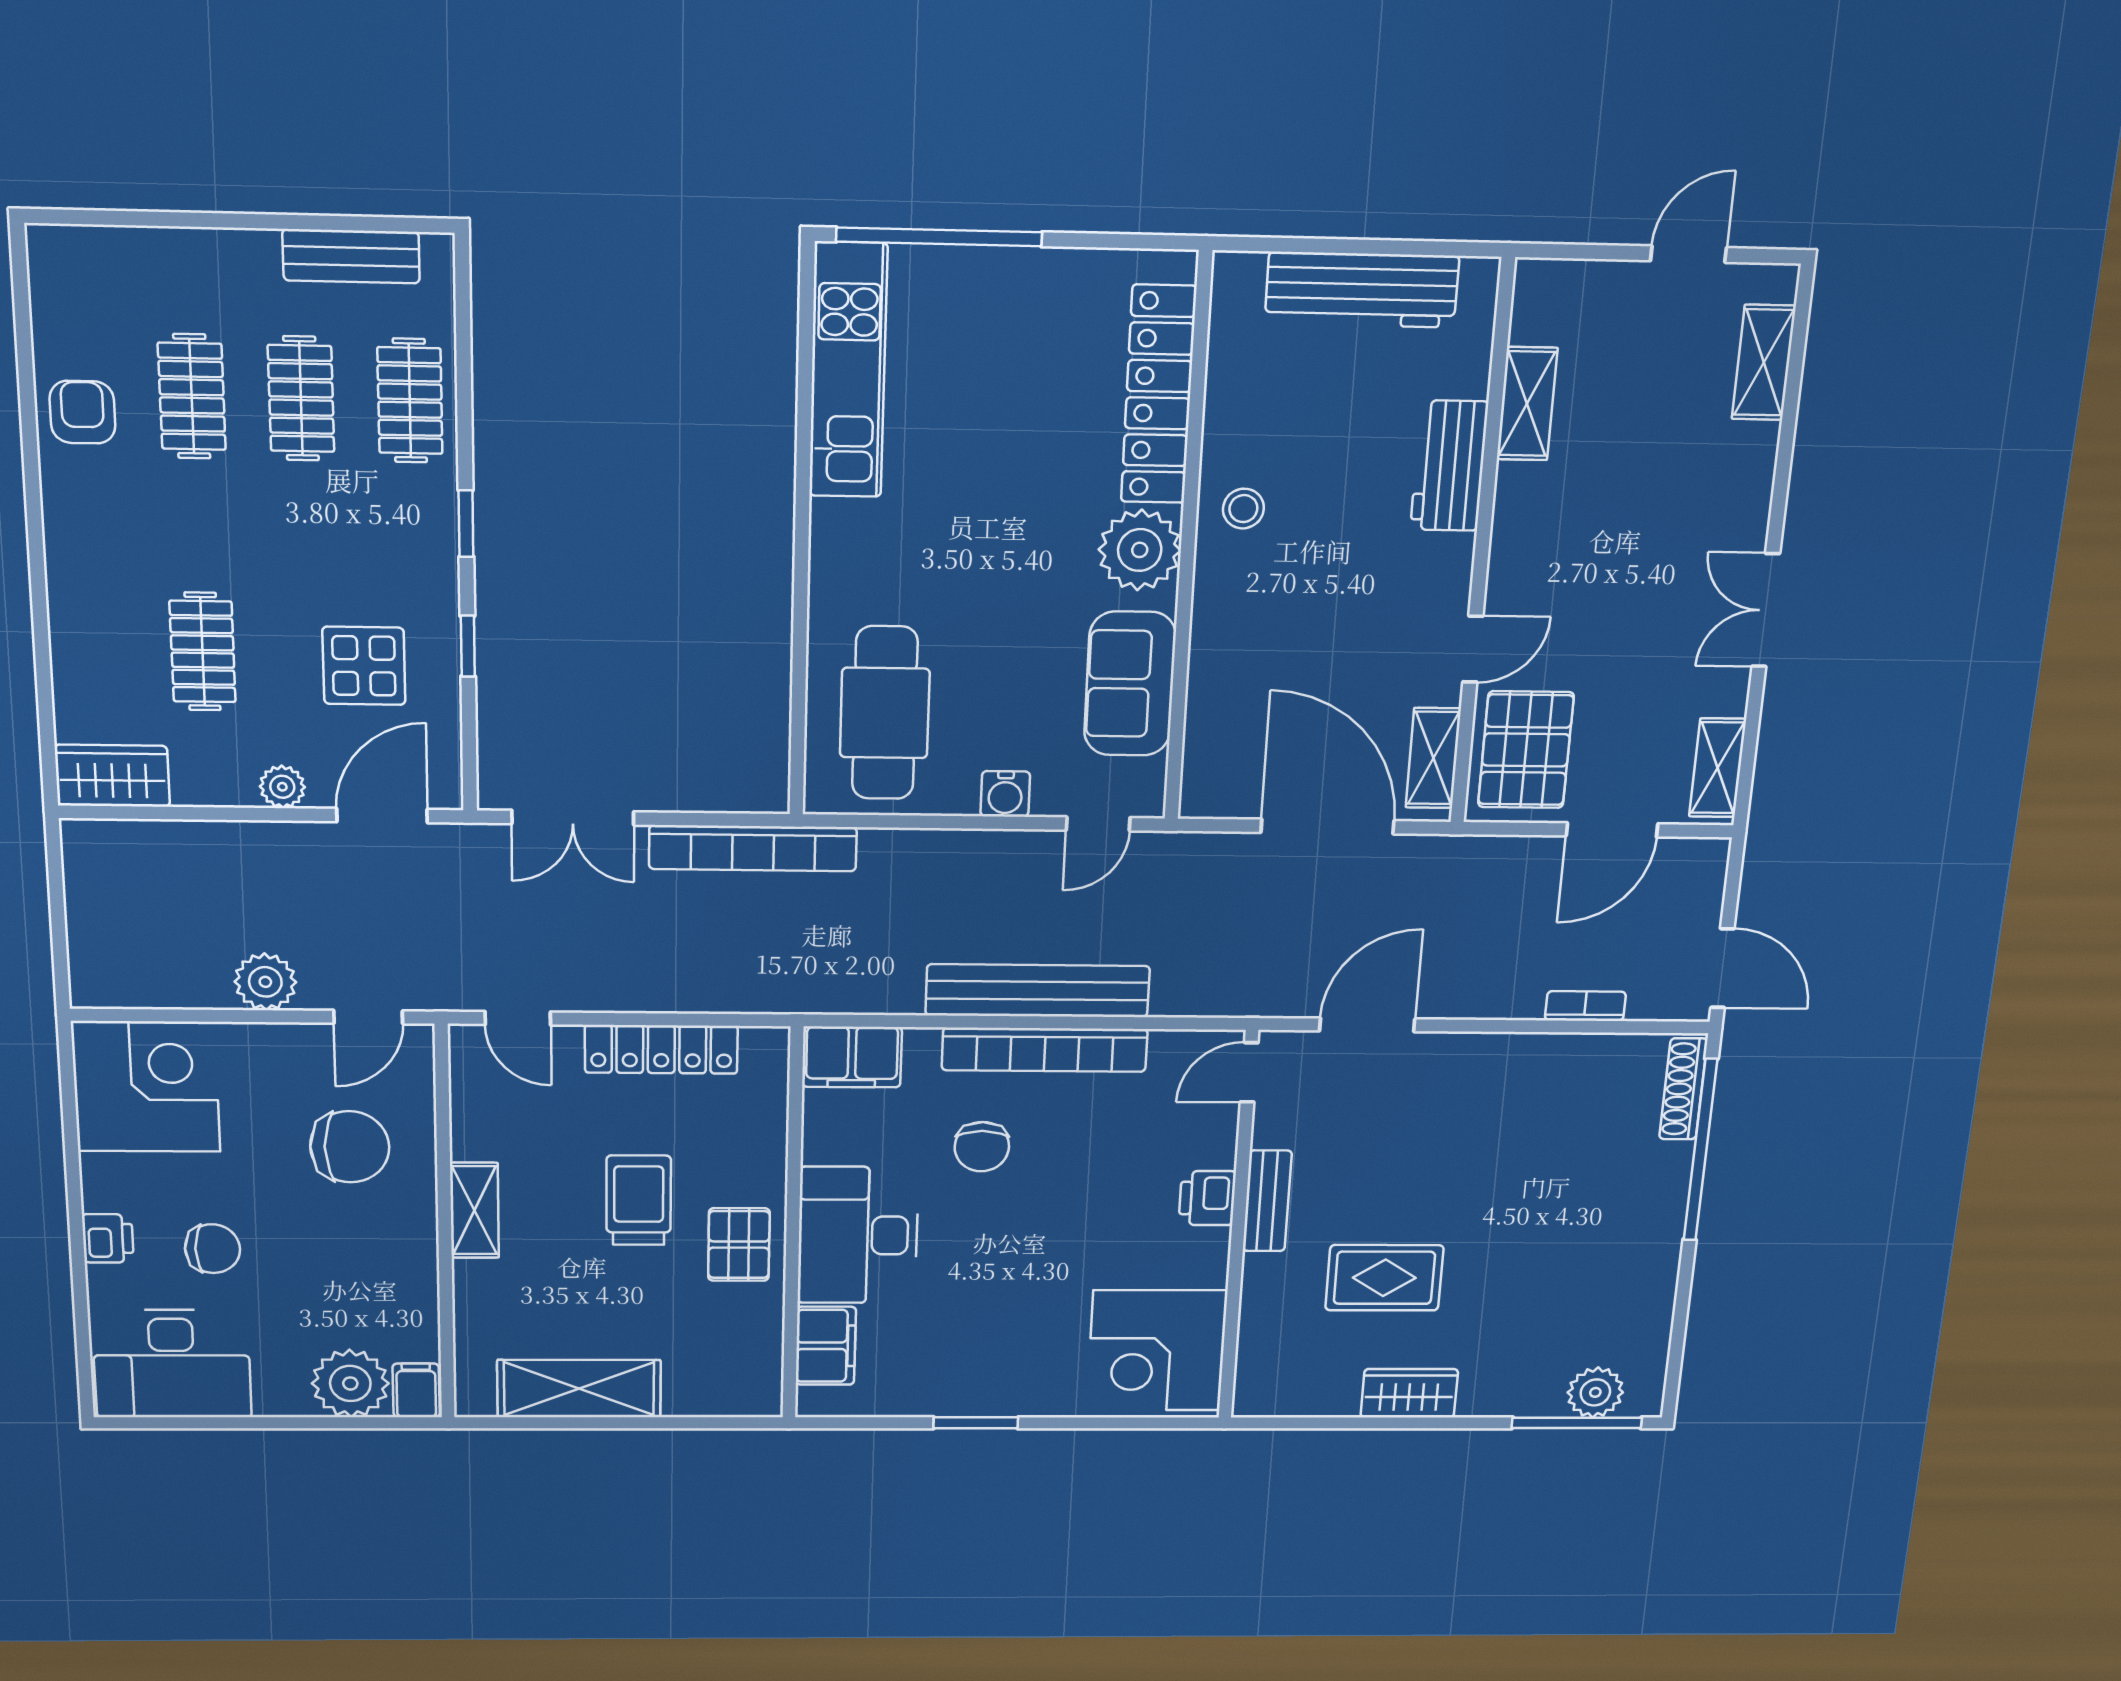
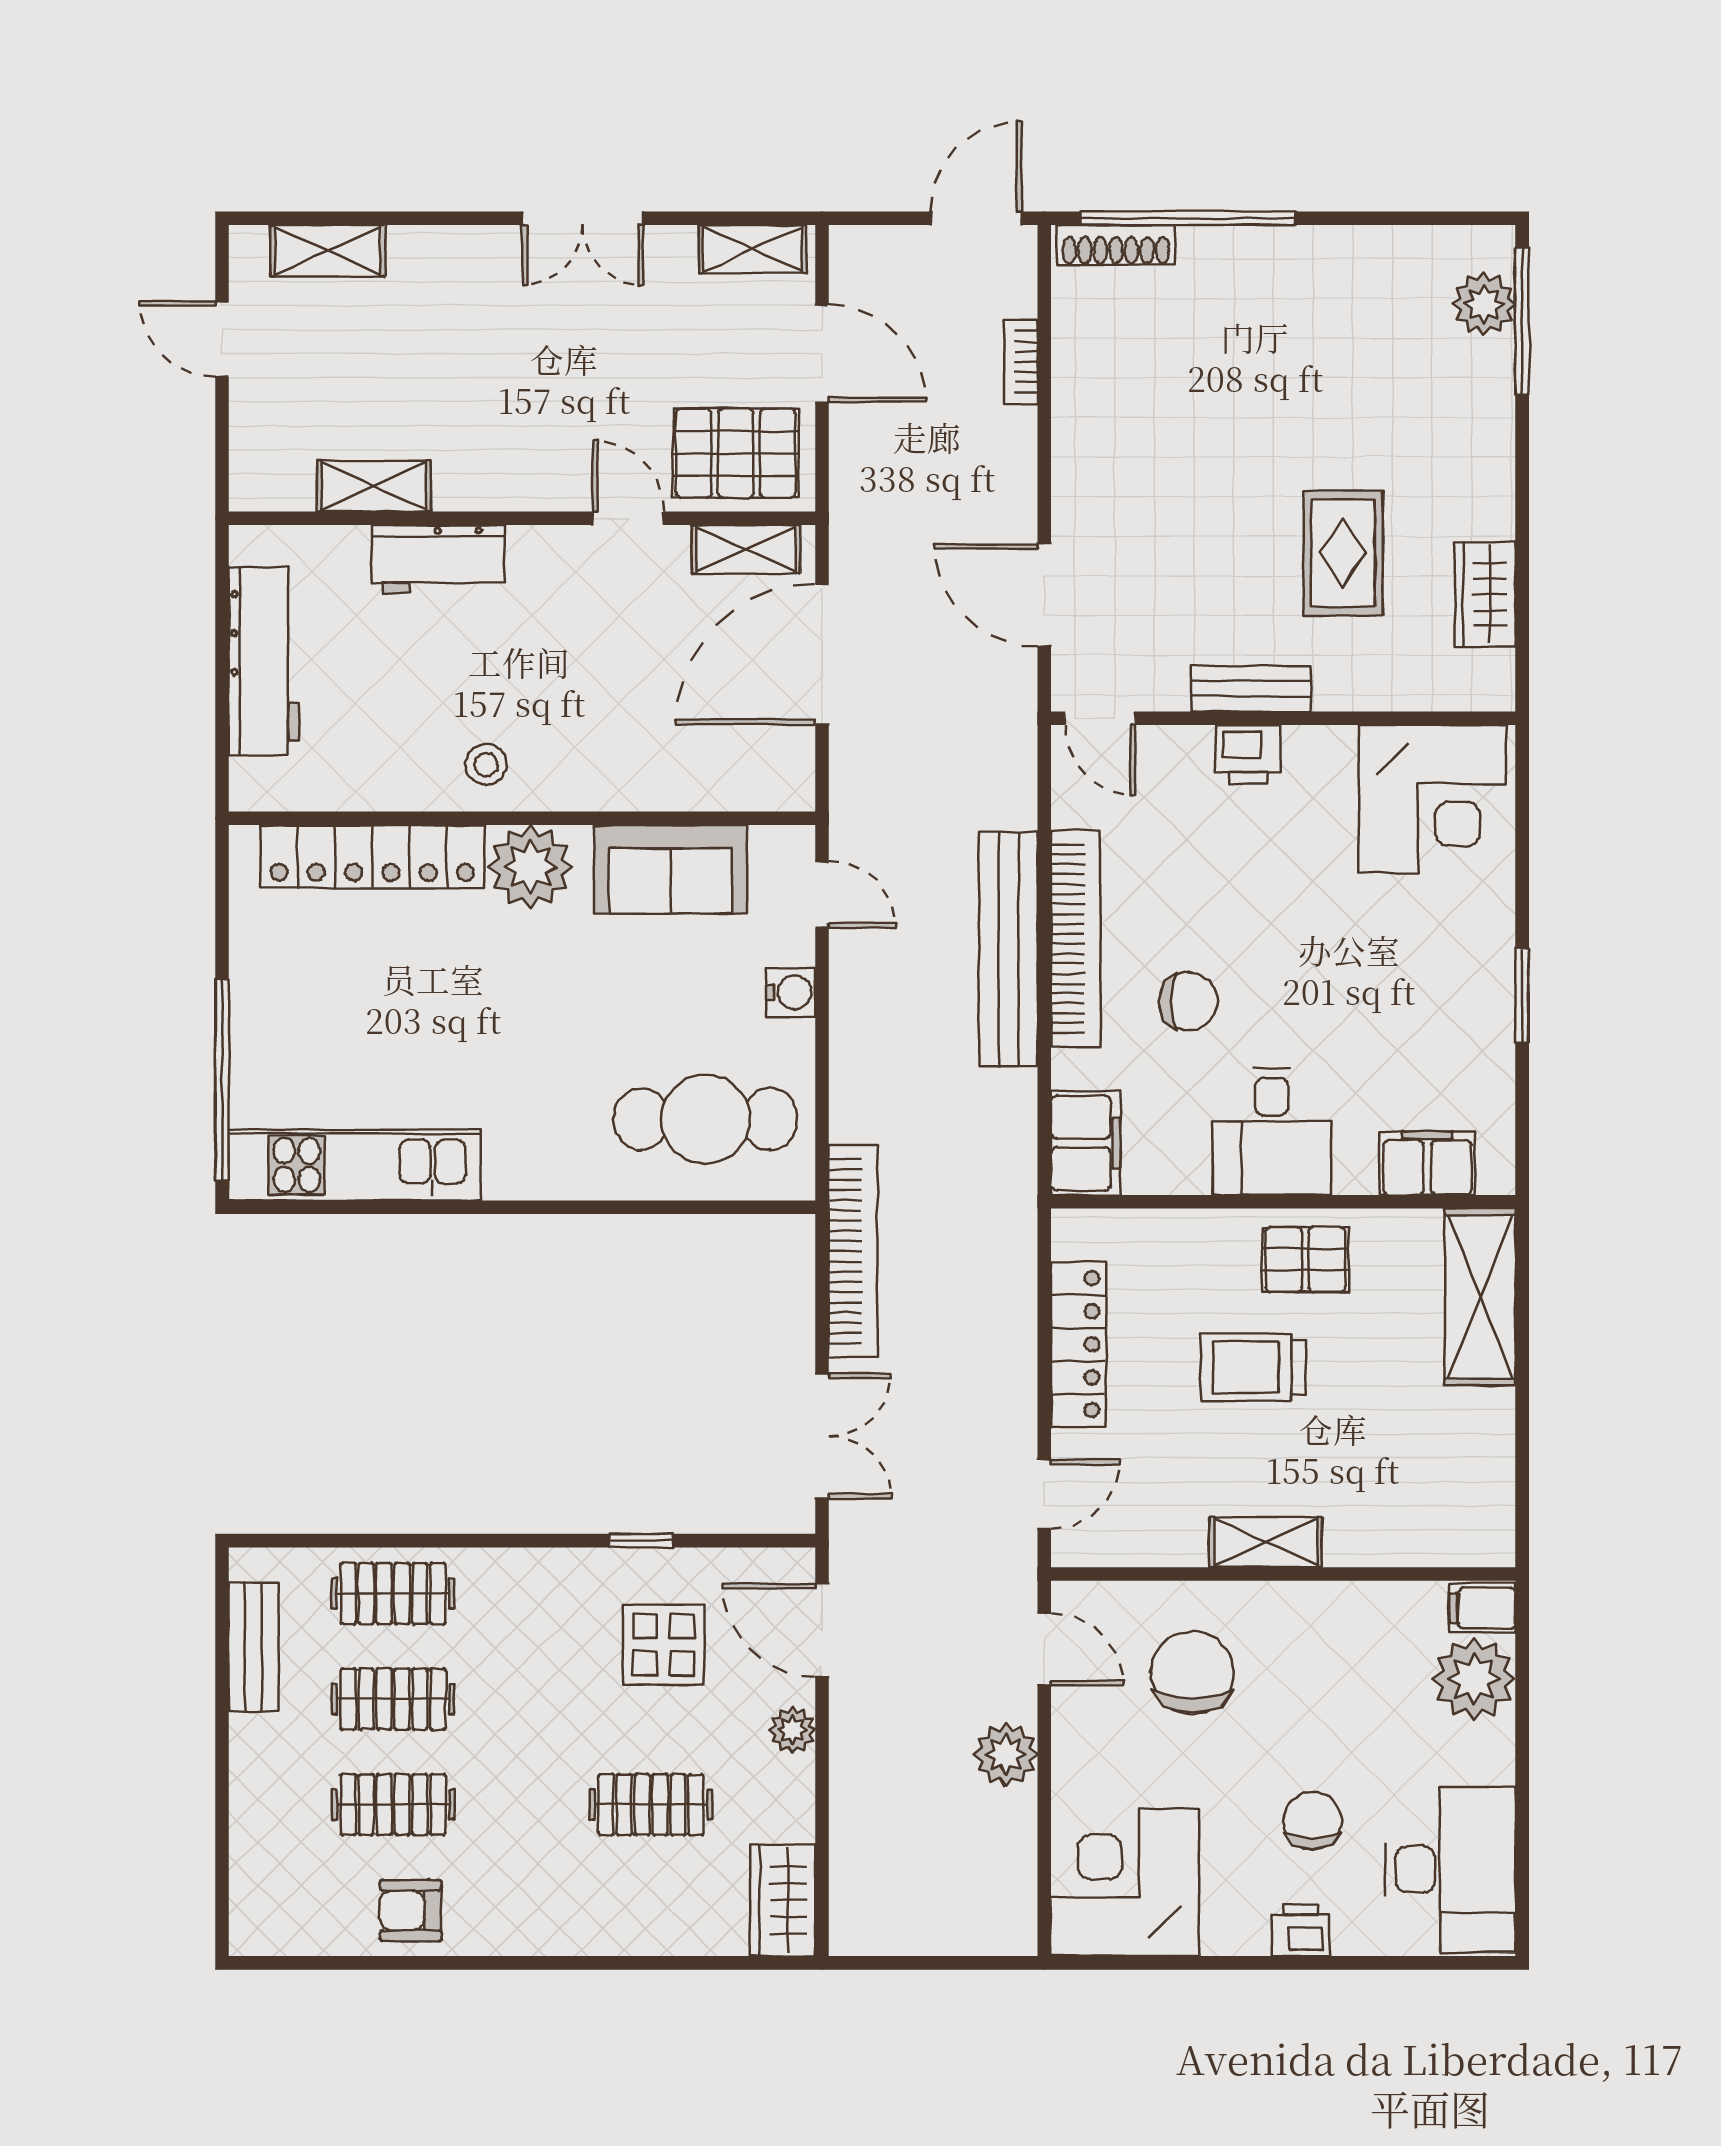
window: (466, 524) -> (515, 1541), removed
desk: (858, 1235) -> (1272, 1131), width x0.73
shelving: (579, 1389) -> (1480, 1297), moved
wardrobe: (1409, 1393) -> (1485, 594), moved

